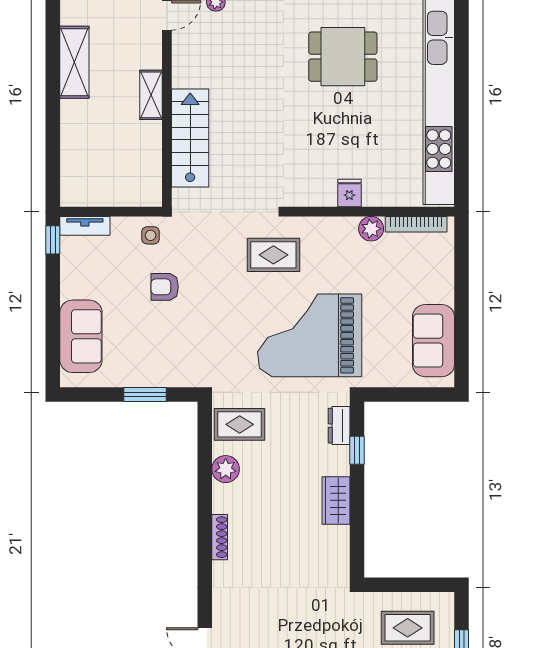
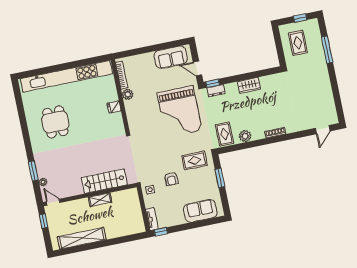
shelving: (74, 62) -> (82, 238), width x1.47
shelving: (151, 95) -> (100, 200), moved
rug: (273, 255) -> (194, 160), moved, turned 90
door: (396, 395) -> (197, 69), added
window: (357, 450) -> (213, 83), moved

